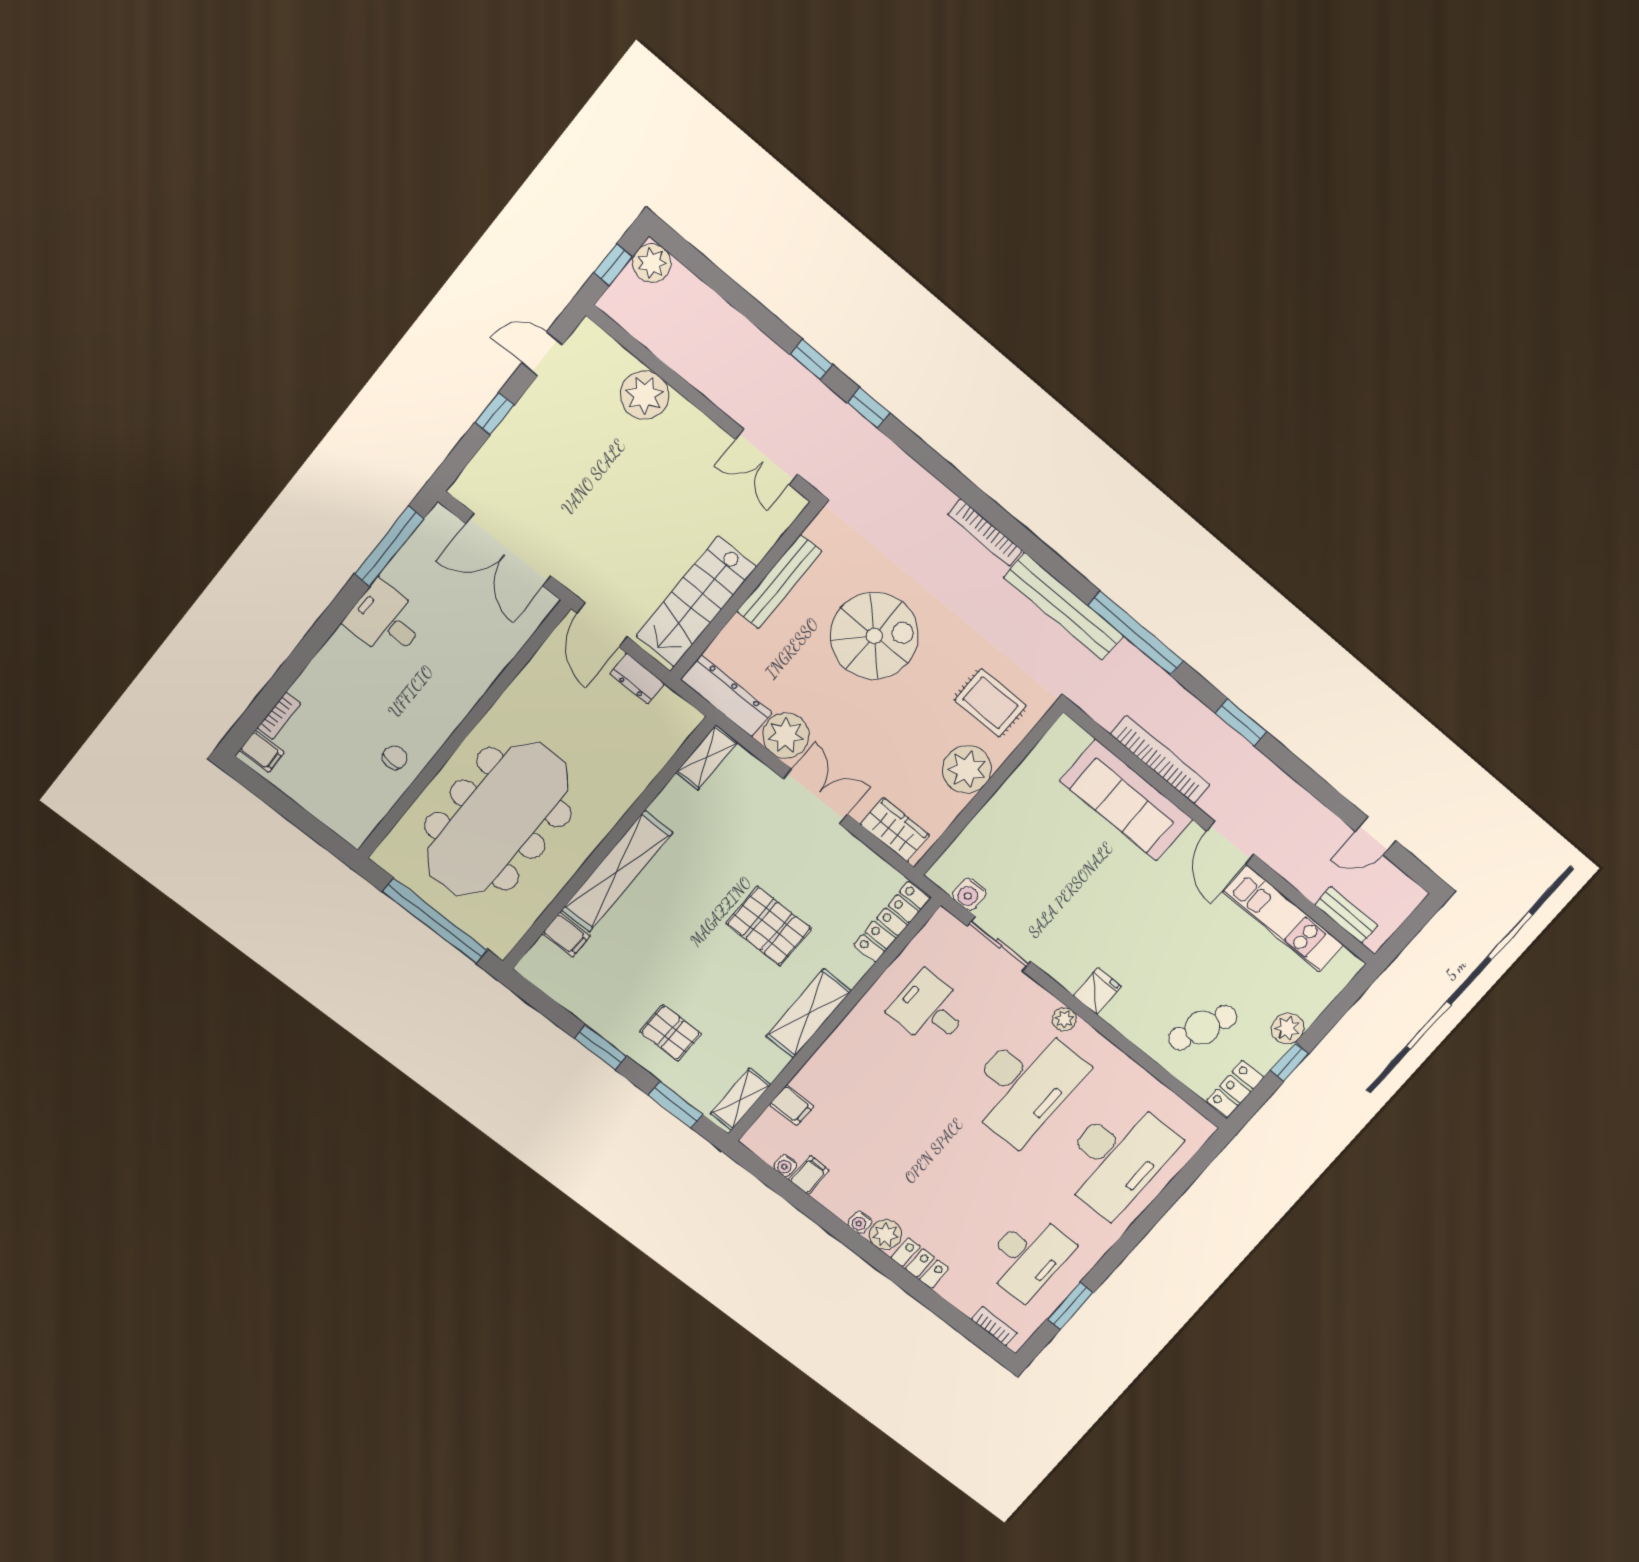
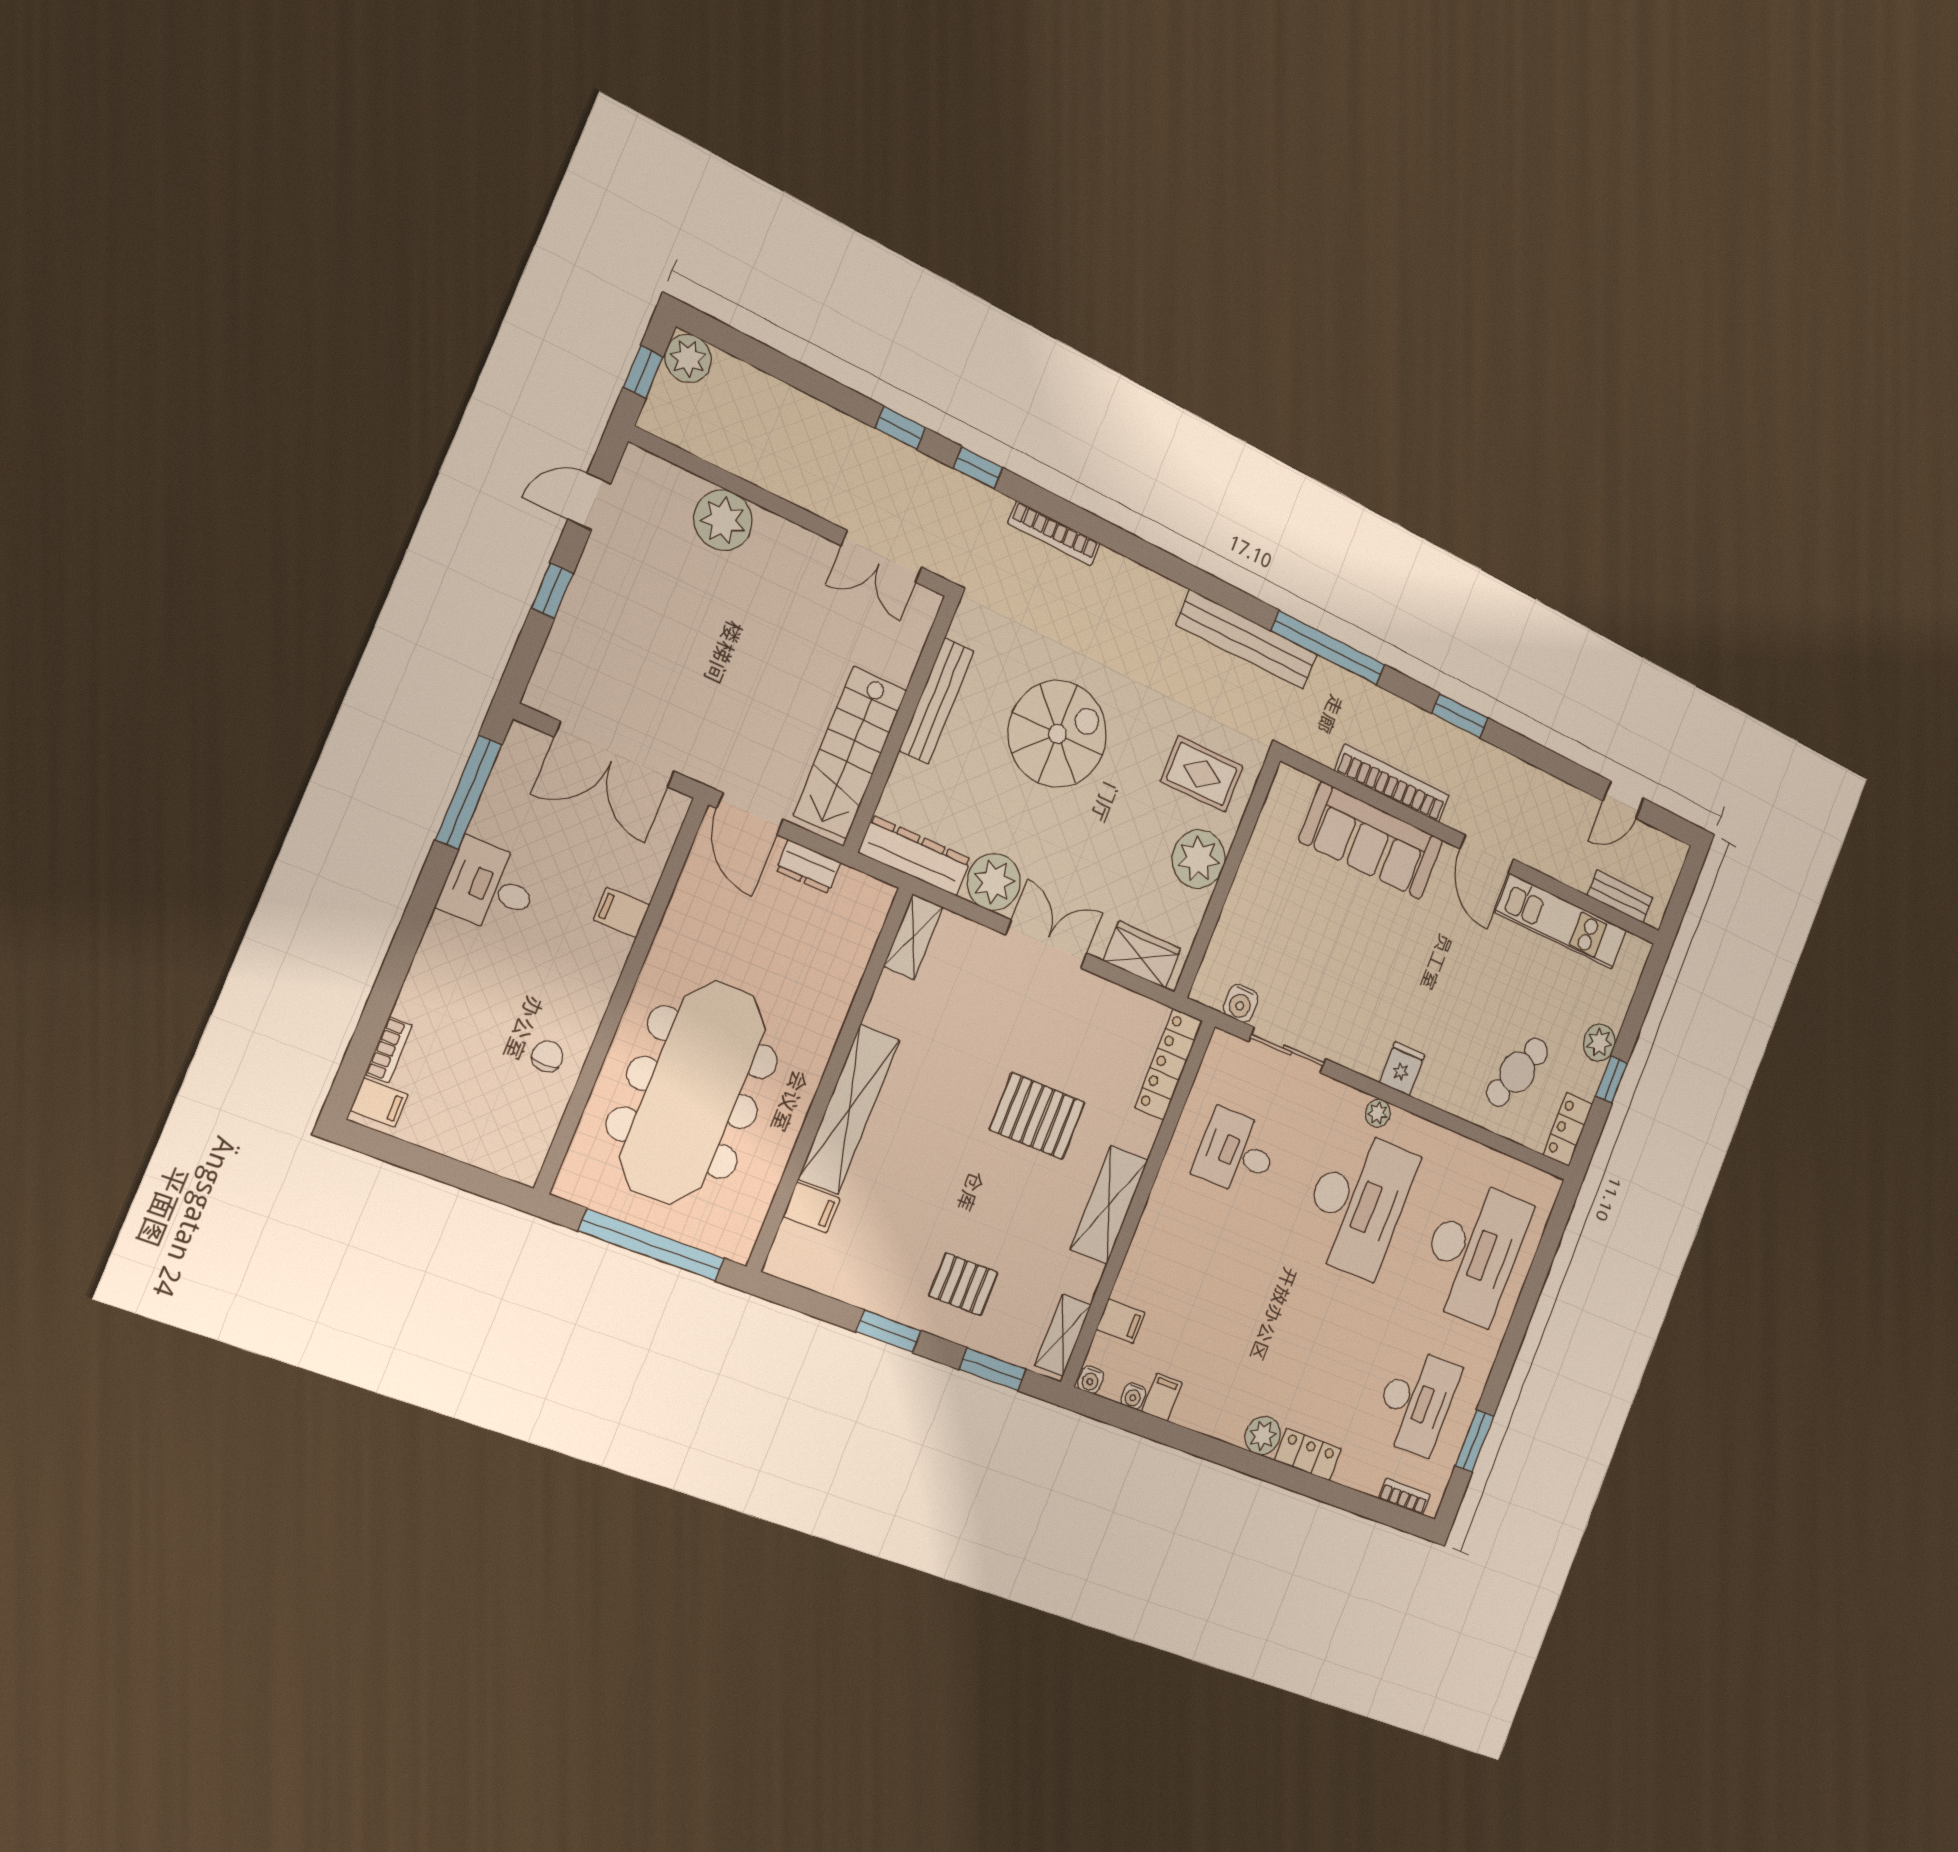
bookcase: (985, 533) -> (1054, 533), moved
filing cabinet: (481, 669) -> (622, 913), added
water cooler: (860, 1222) -> (1091, 1380), moved

